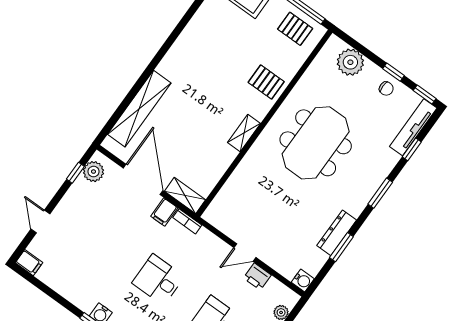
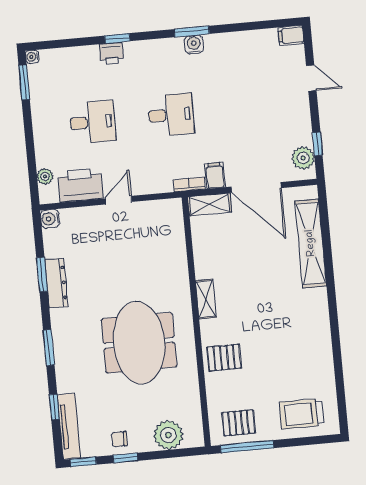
printer: (257, 276) -> (80, 185), width x1.87, depth x1.48

